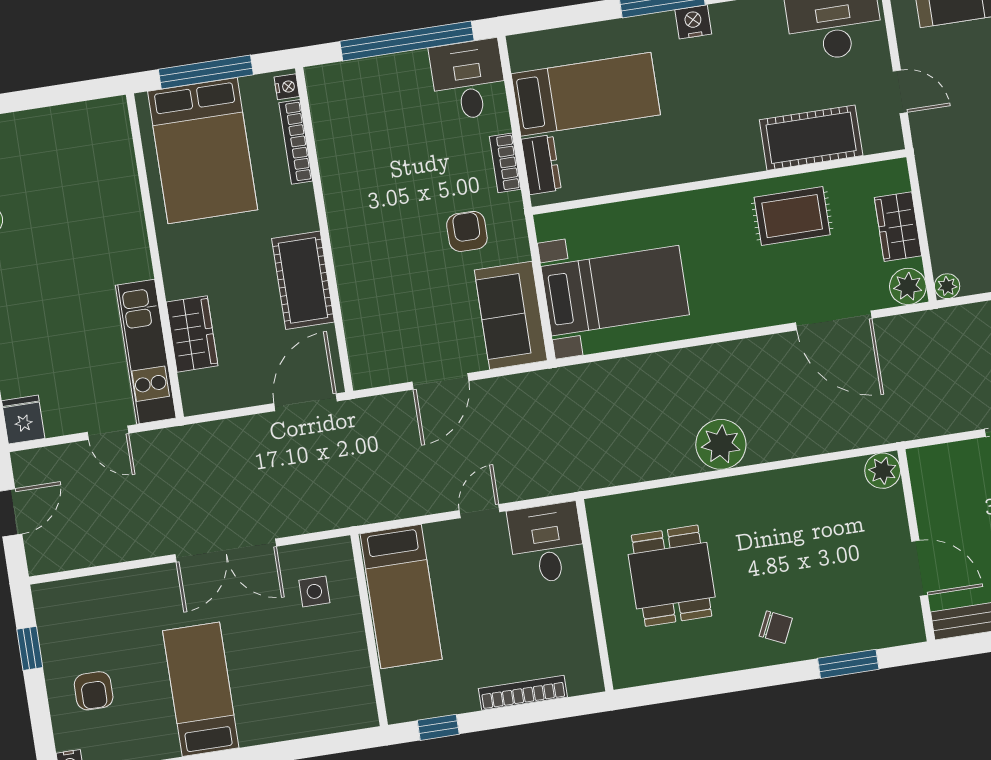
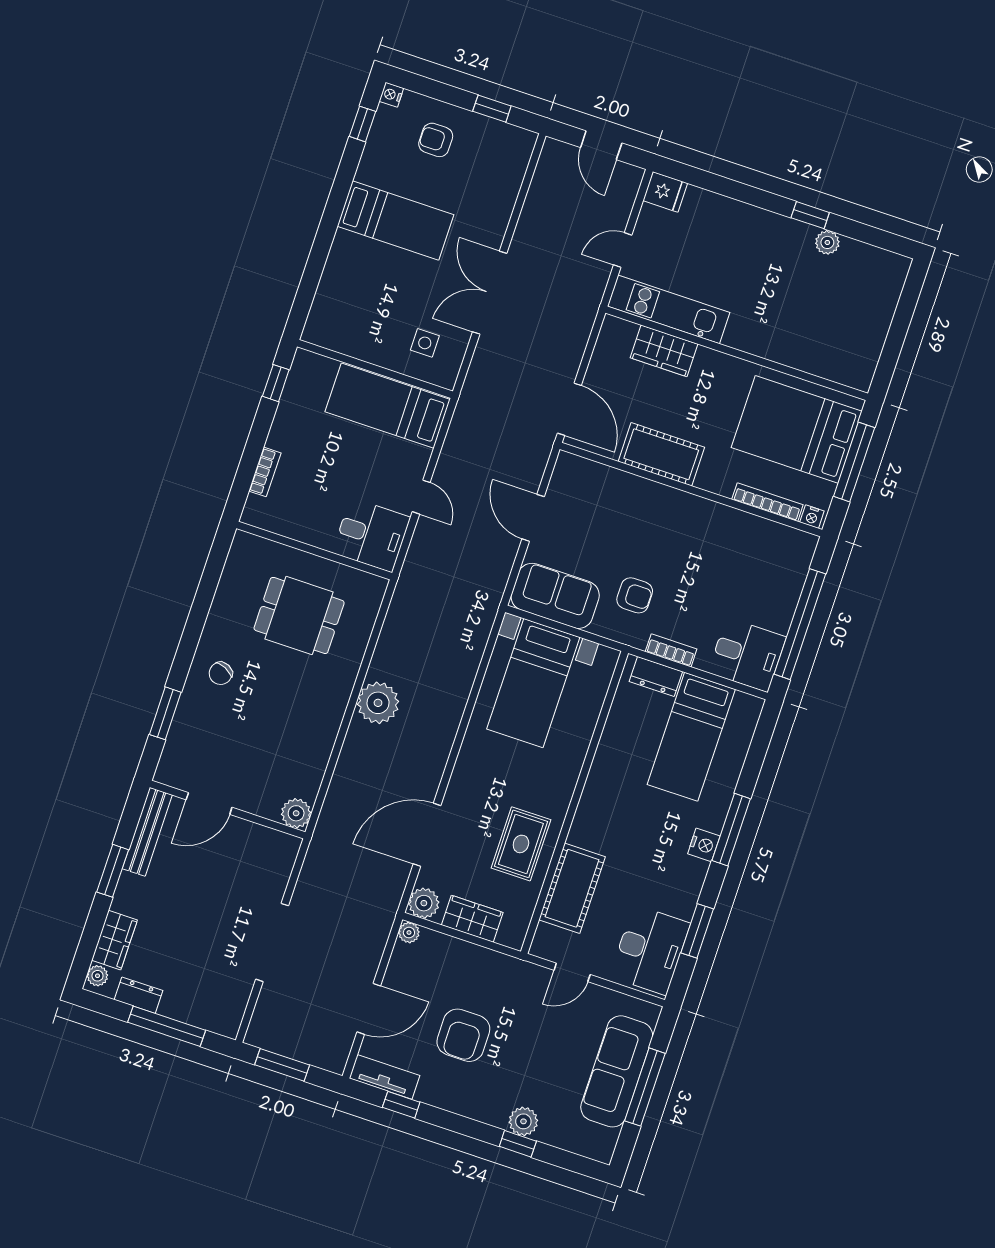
bookcase: (523, 693) -> (265, 472), width x0.64

